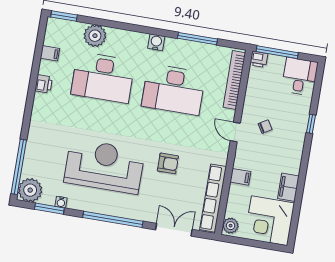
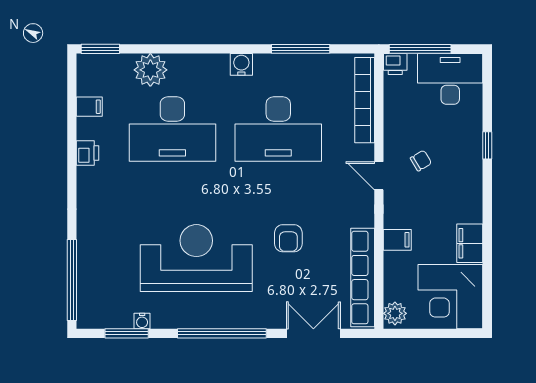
desk: (300, 76) -> (450, 79), width x1.37
armchair: (168, 163) -> (288, 238), turned 90
plant: (30, 190) -> (94, 311), removed

